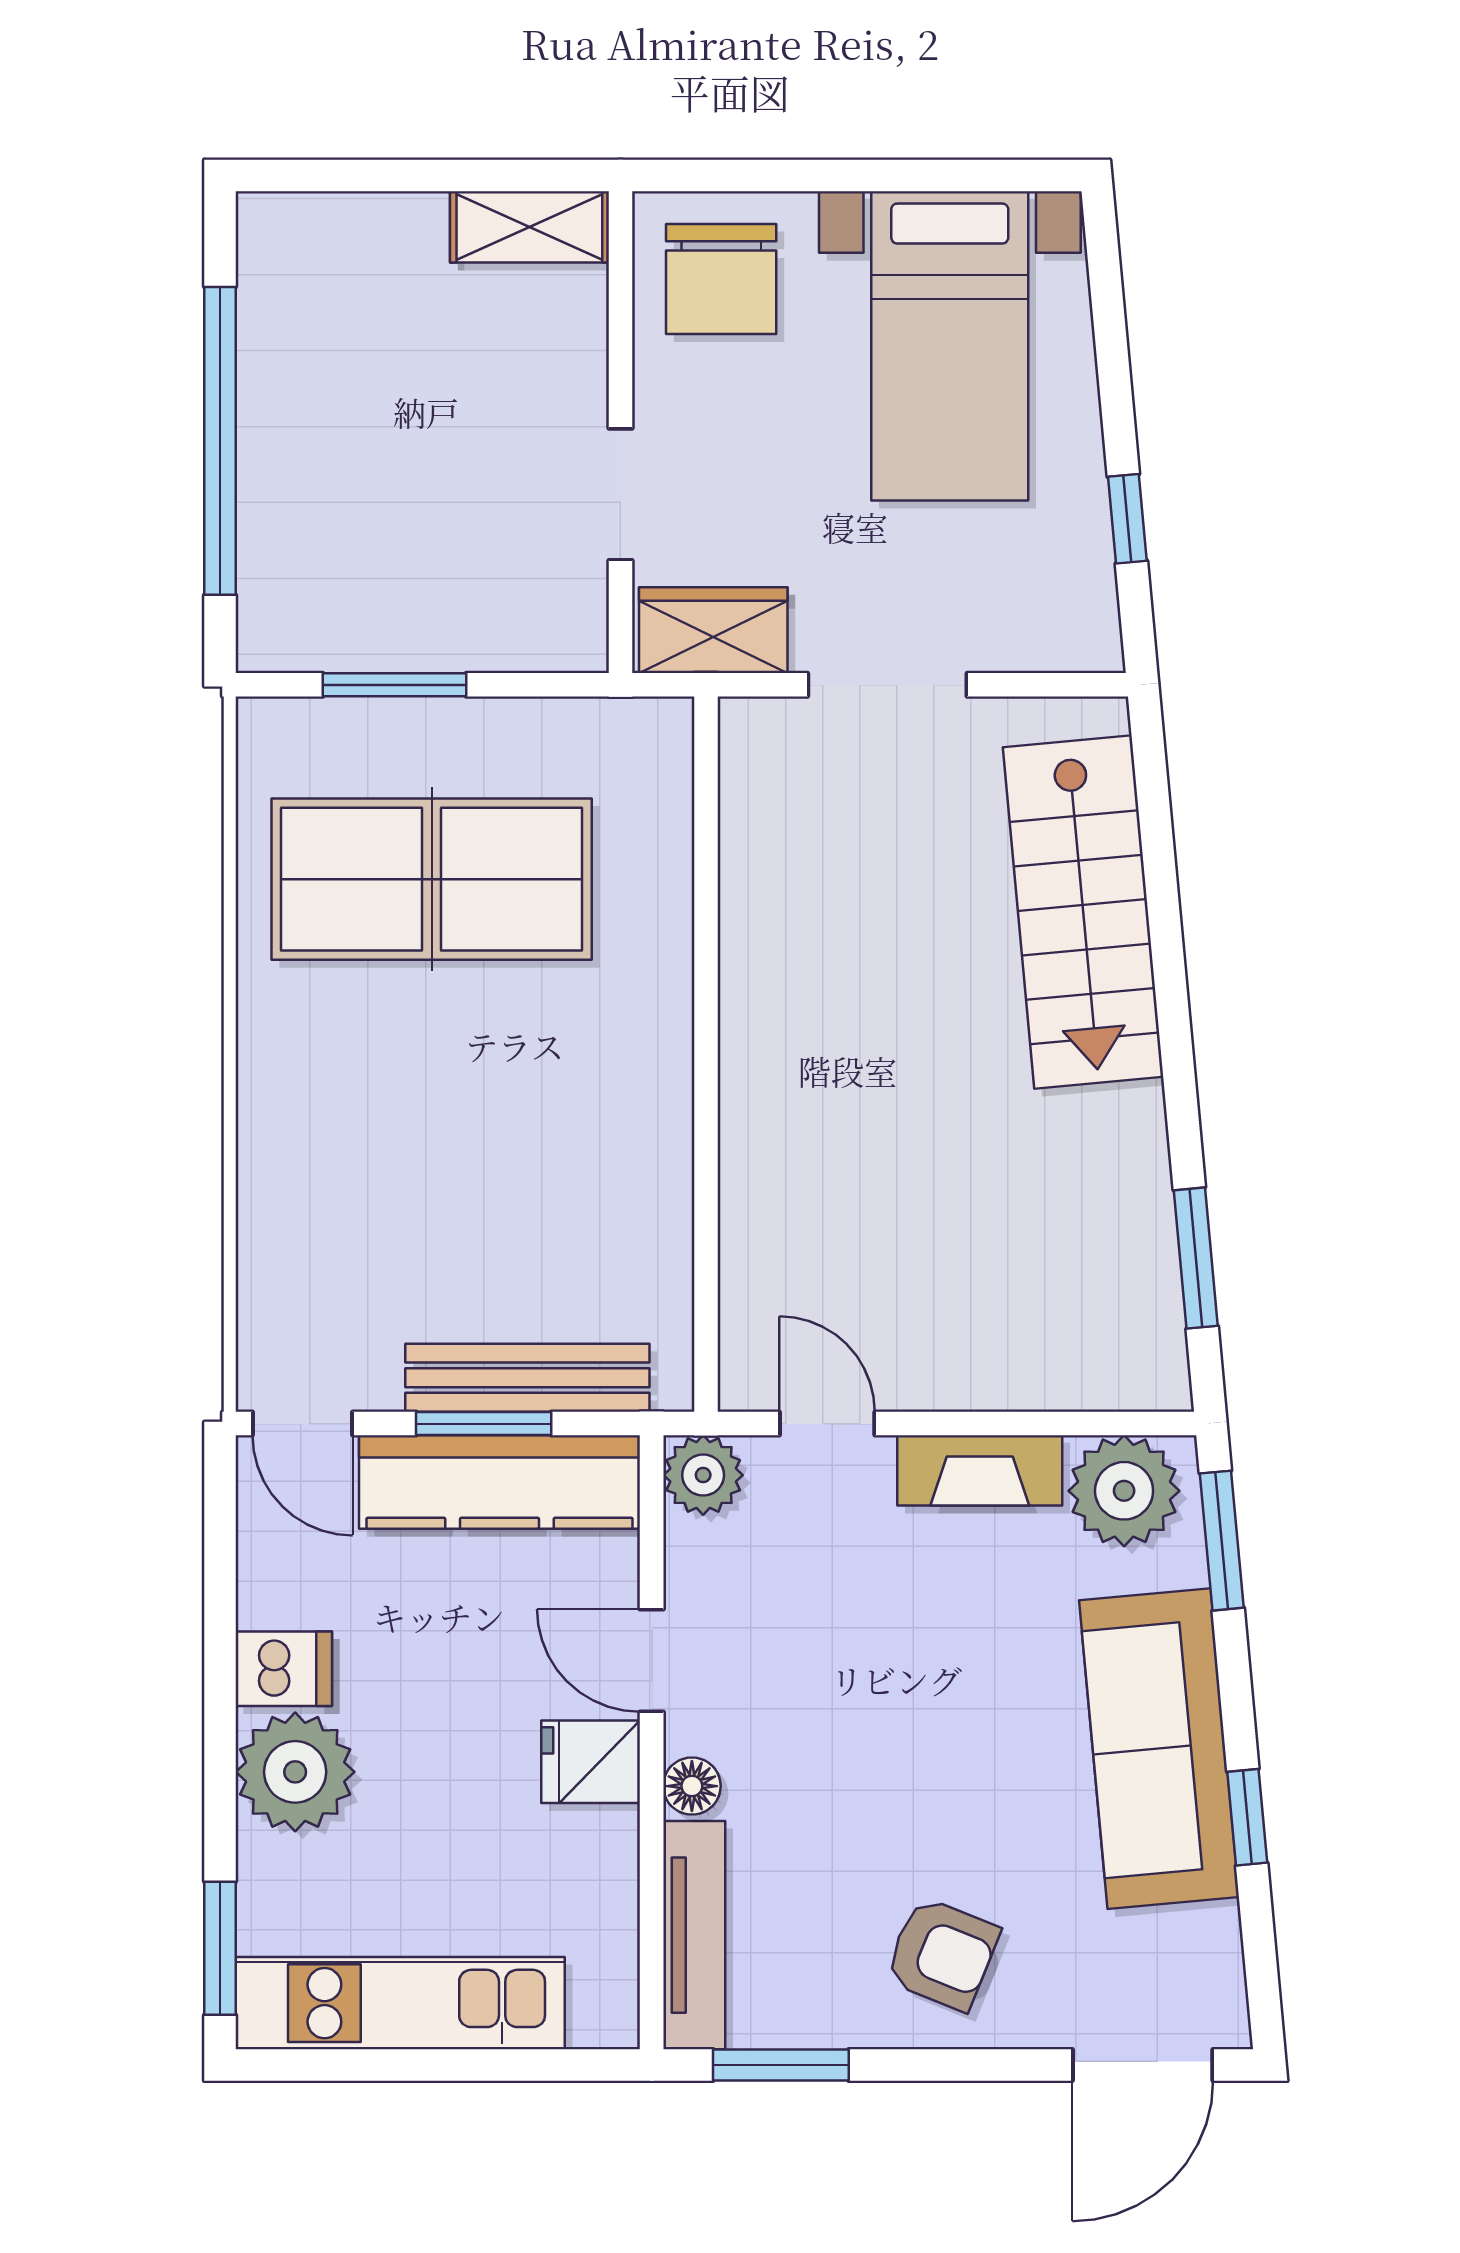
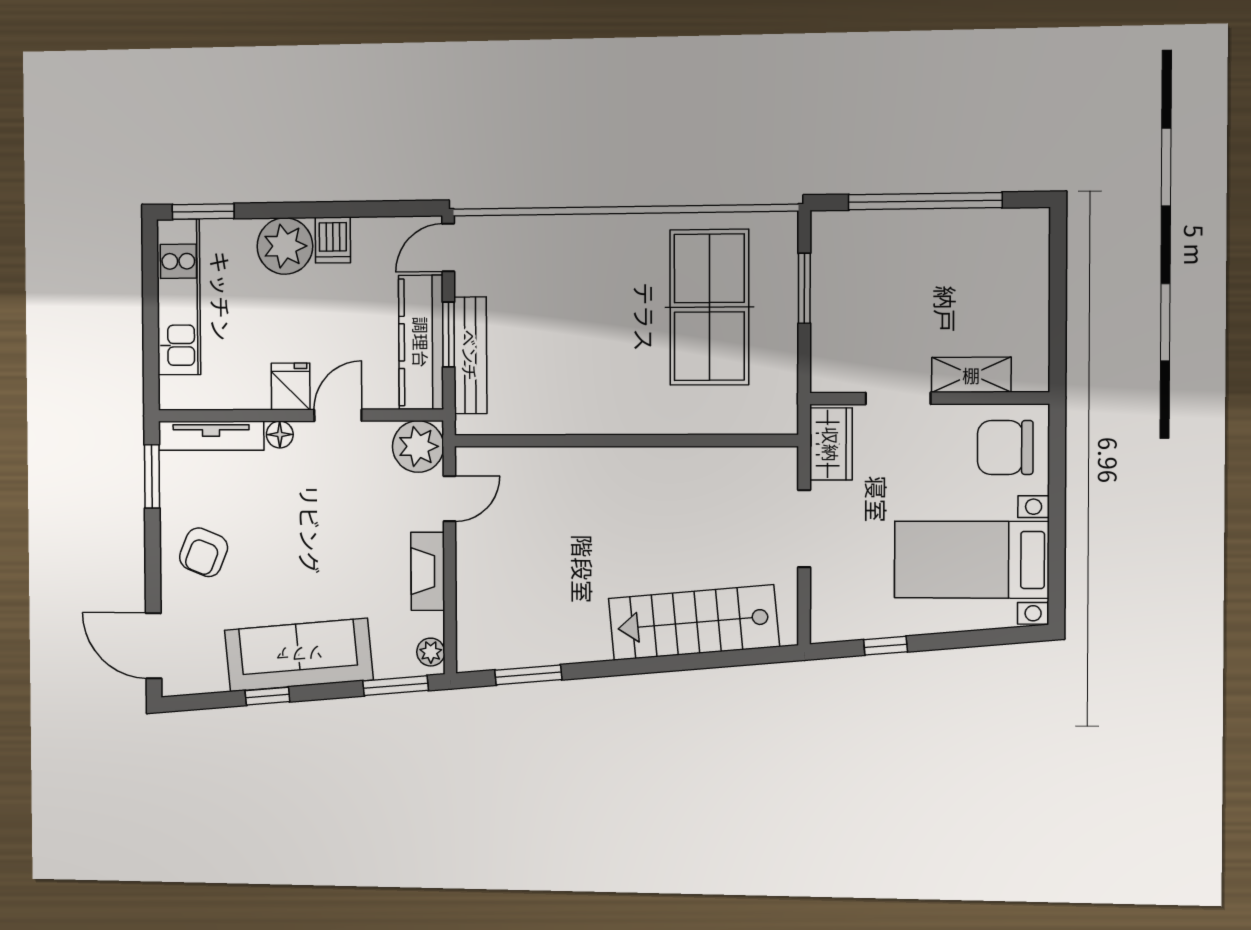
shelving: (529, 227) -> (971, 375), moved, turned 90
plant: (703, 1475) -> (418, 446), width x1.36, depth x1.36
plant: (1124, 1491) -> (431, 652), width x0.53, depth x0.53

